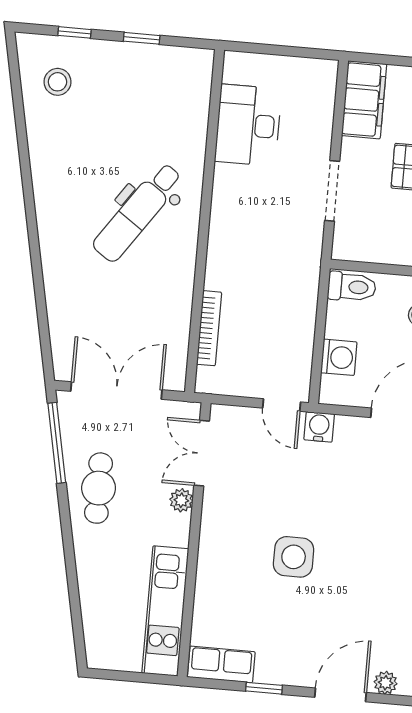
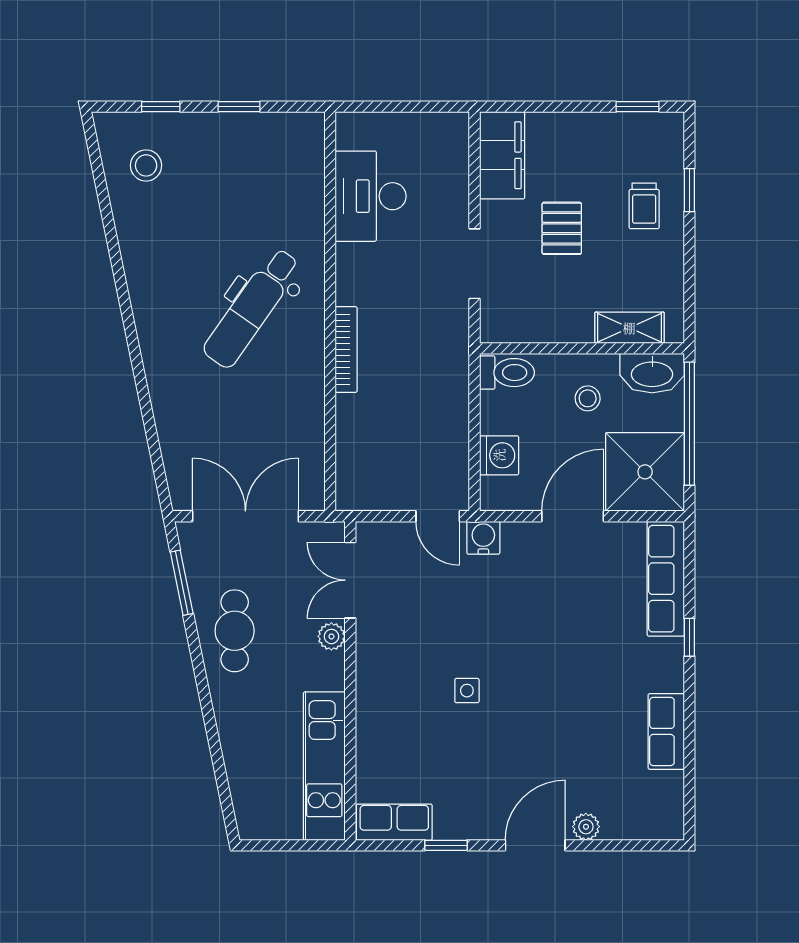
bookcase: (209, 328) -> (346, 350), moved
window: (57, 443) -> (182, 583), width x0.69
side table: (294, 557) -> (467, 691), width x0.54, depth x0.54

